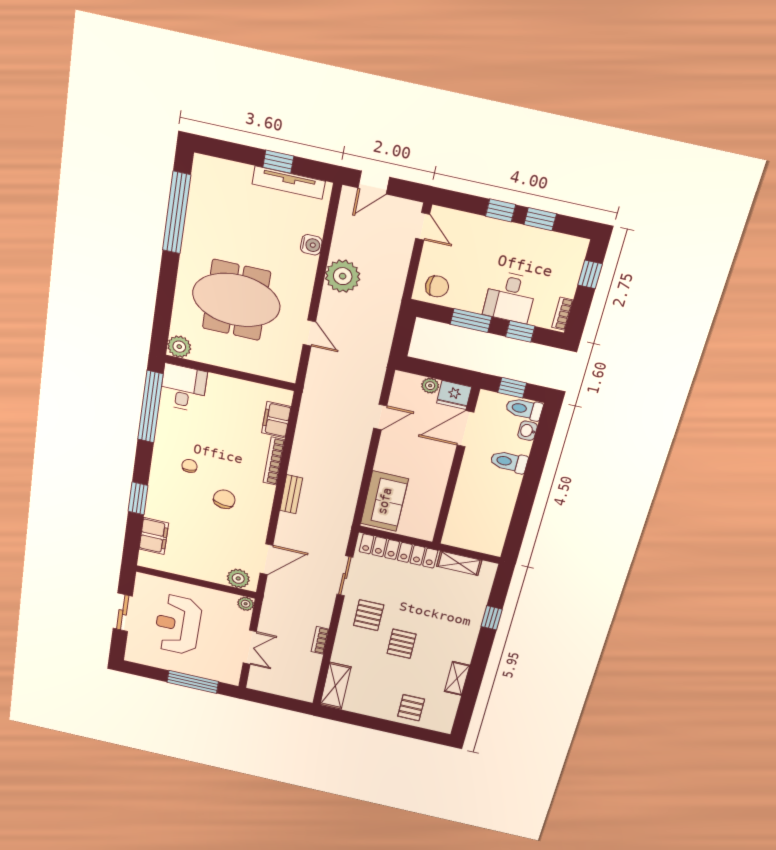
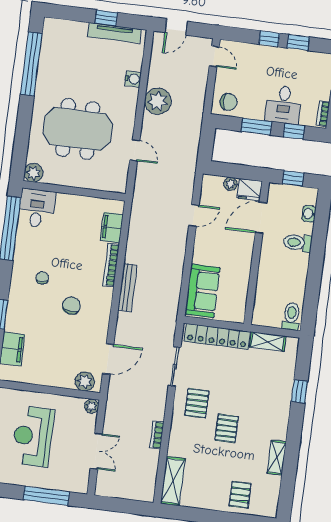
toilet: (524, 409) -> (291, 316), moved, turned 90
bench: (291, 494) -> (127, 288), width x1.36

